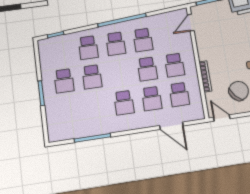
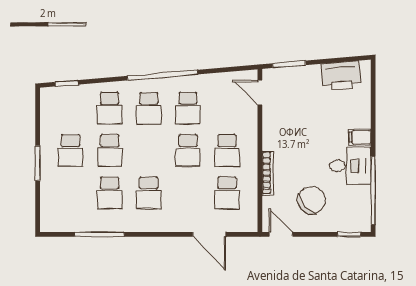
door: (191, 23) -> (260, 93), hinge flipped
school desk: (152, 99) -> (110, 193), moved

